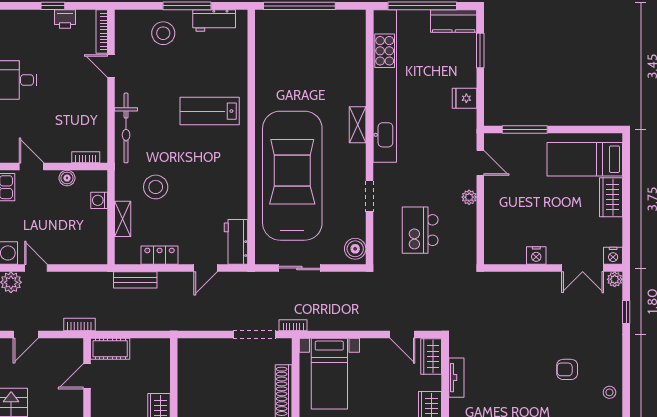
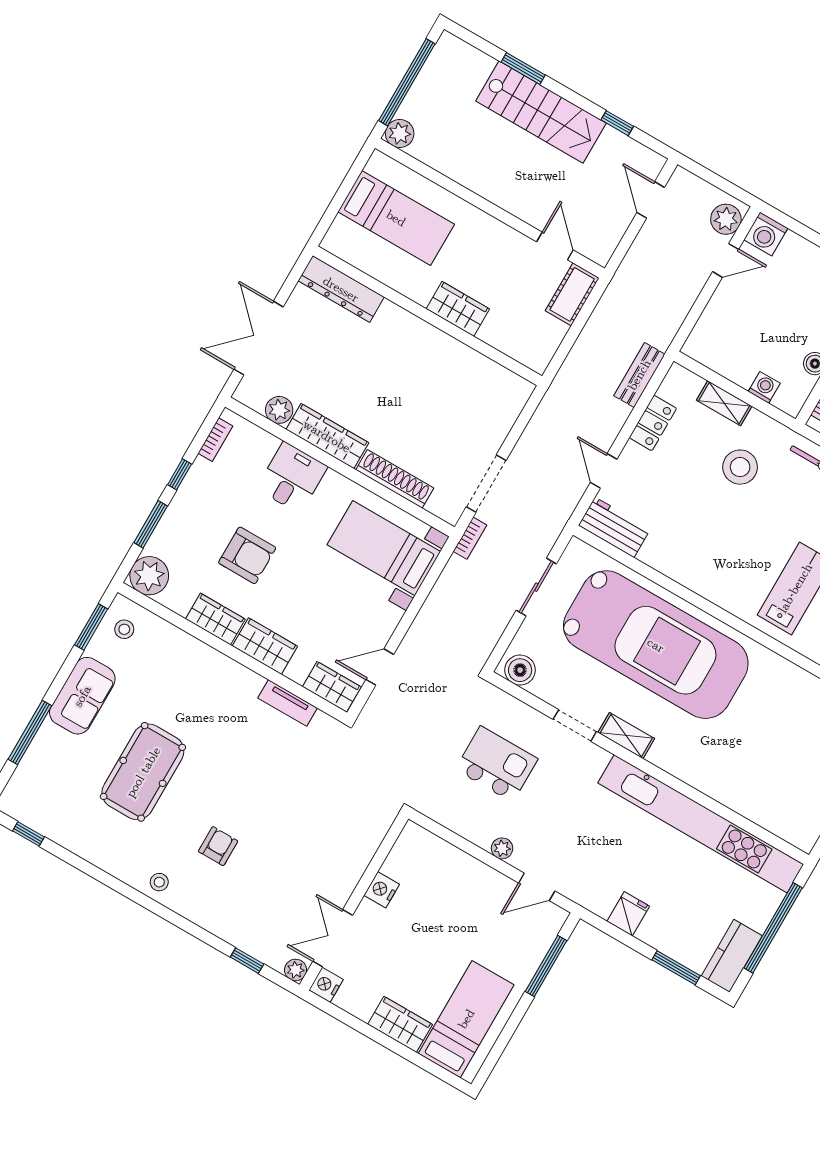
shelving: (358, 125) -> (626, 736), moved
bookcase: (79, 325) -> (624, 274), removed

